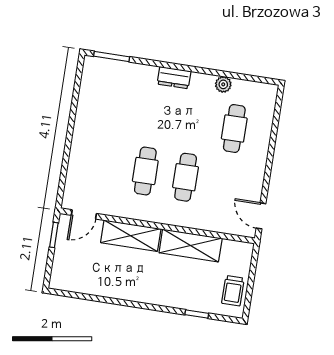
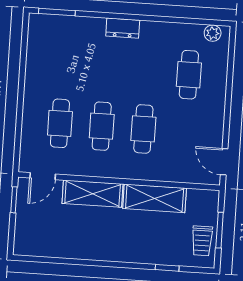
plant: (223, 84) -> (213, 33), moved
cafe table: (105, 165) -> (60, 123), added
window: (251, 282) -> (220, 230), added

